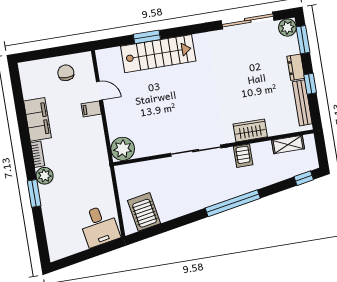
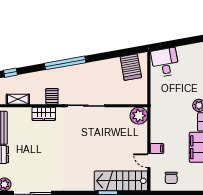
stairs: (158, 54) -> (121, 181), moved

